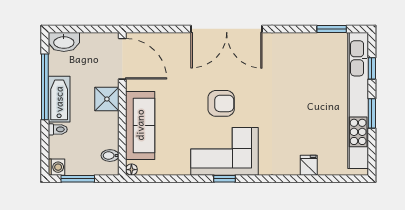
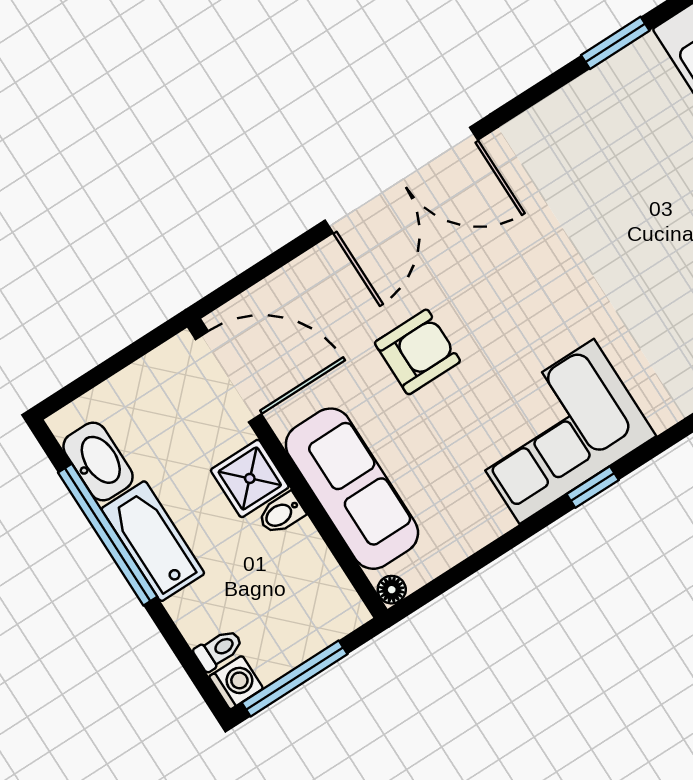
washbasin: (64, 42) -> (98, 462), moved, turned -90
armchair: (221, 103) -> (417, 352), moved
toilet: (58, 129) -> (219, 650), moved
bidet: (110, 156) -> (281, 514), moved
window: (78, 179) -> (295, 678), width x1.44

